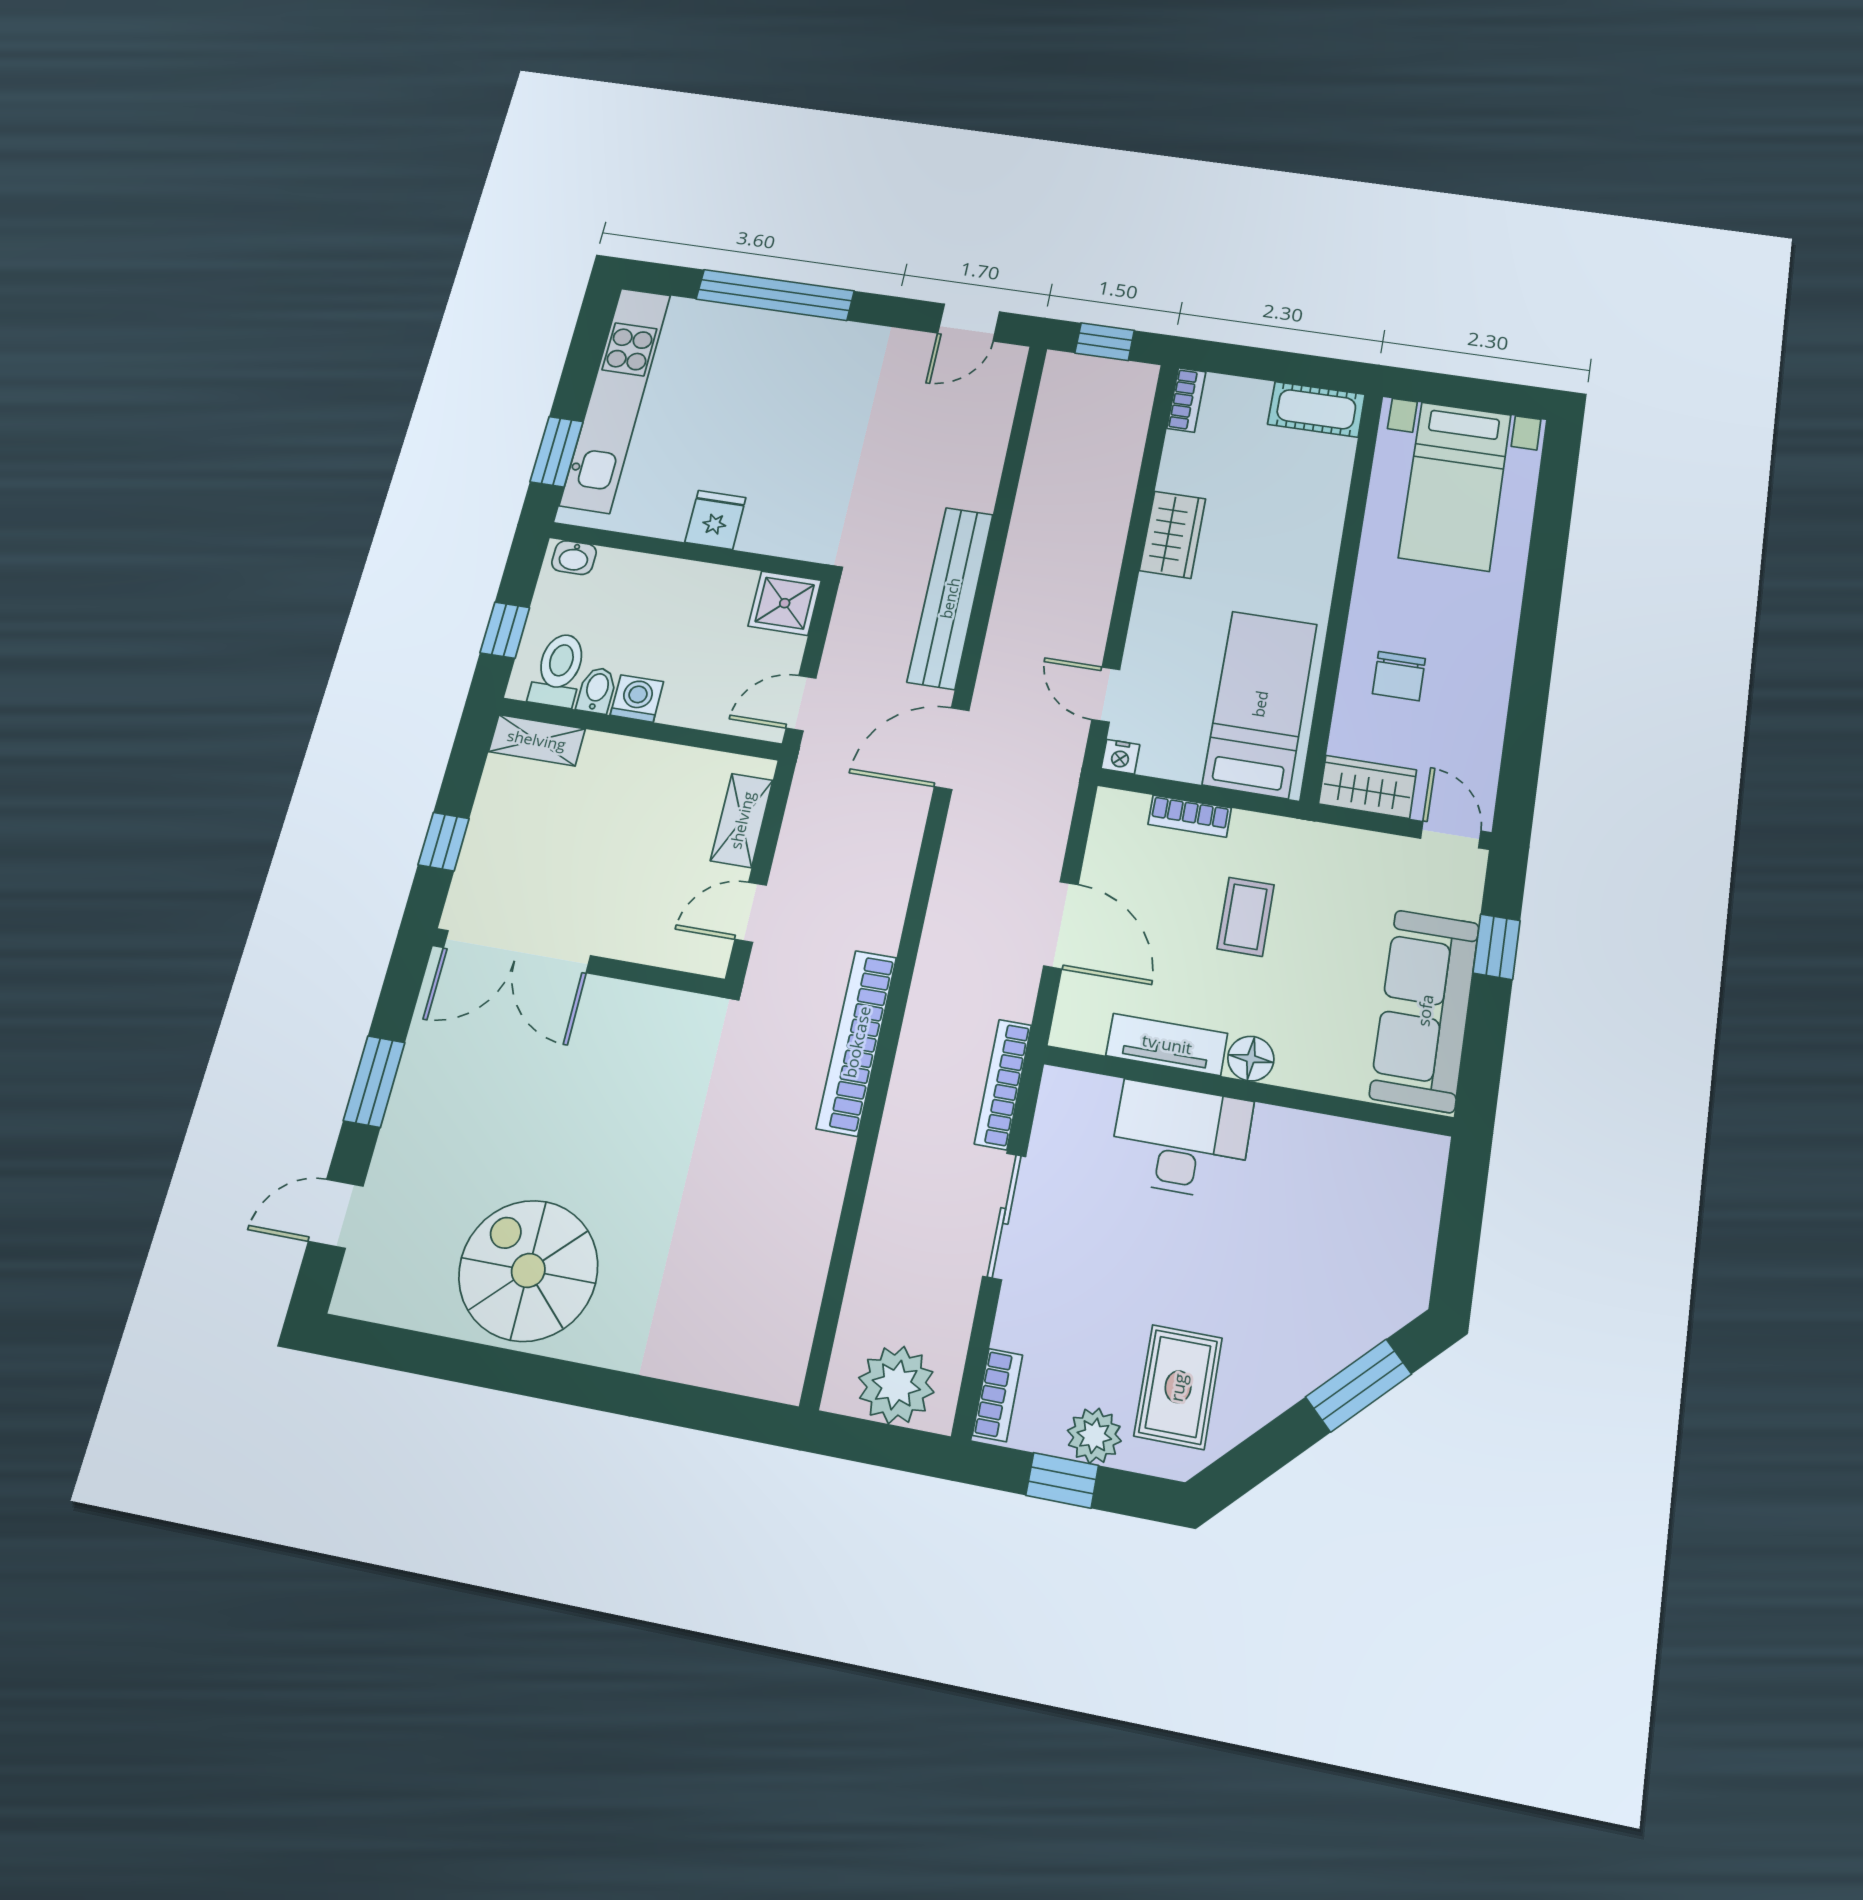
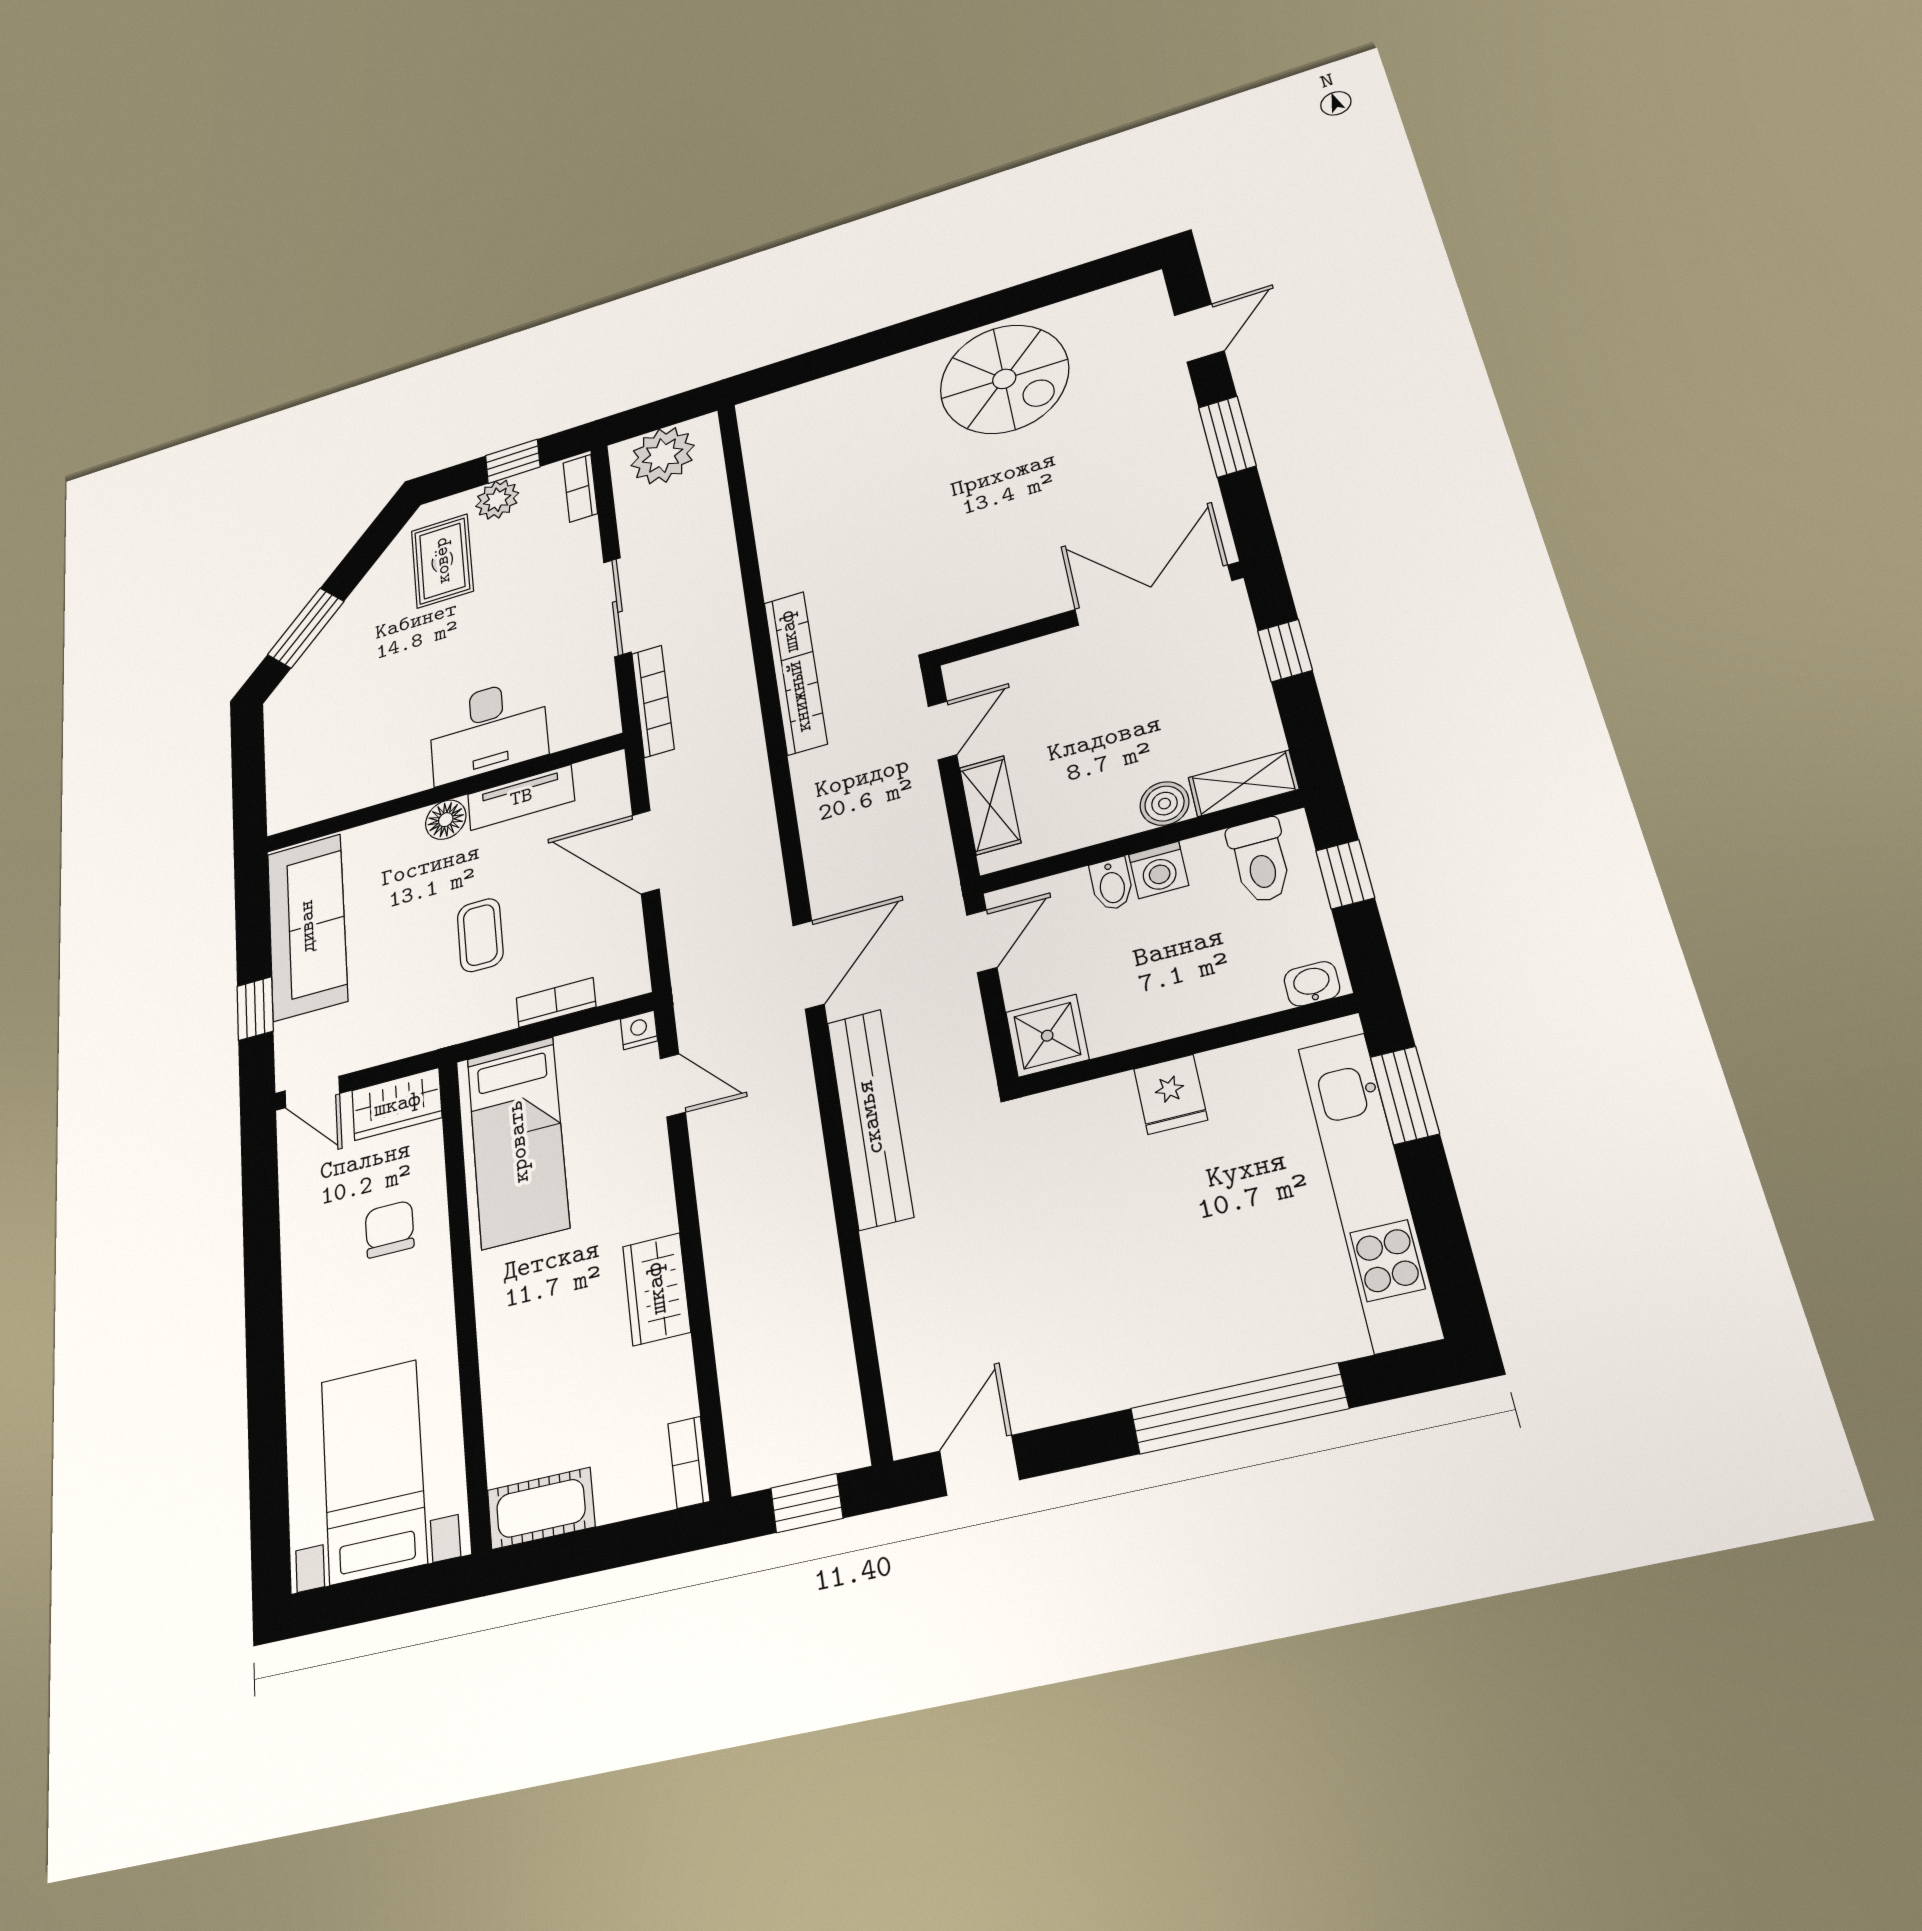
bidet: (597, 690) -> (1112, 884), moved
boiler: (604, 753) -> (1165, 804), added

